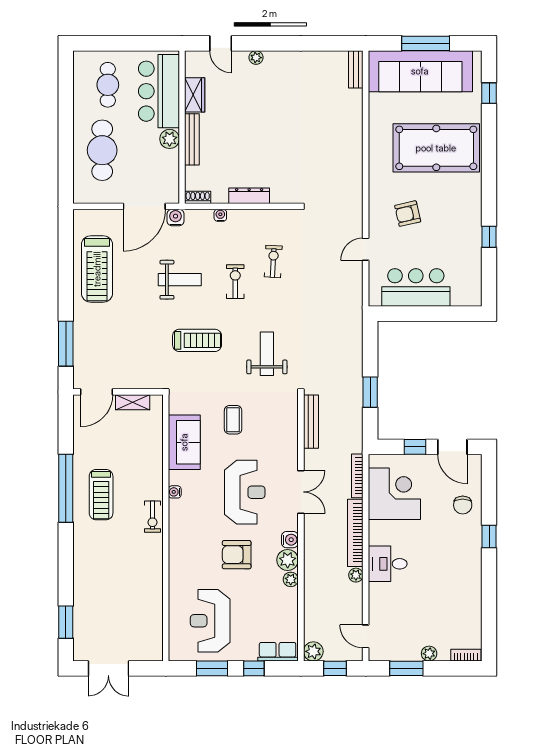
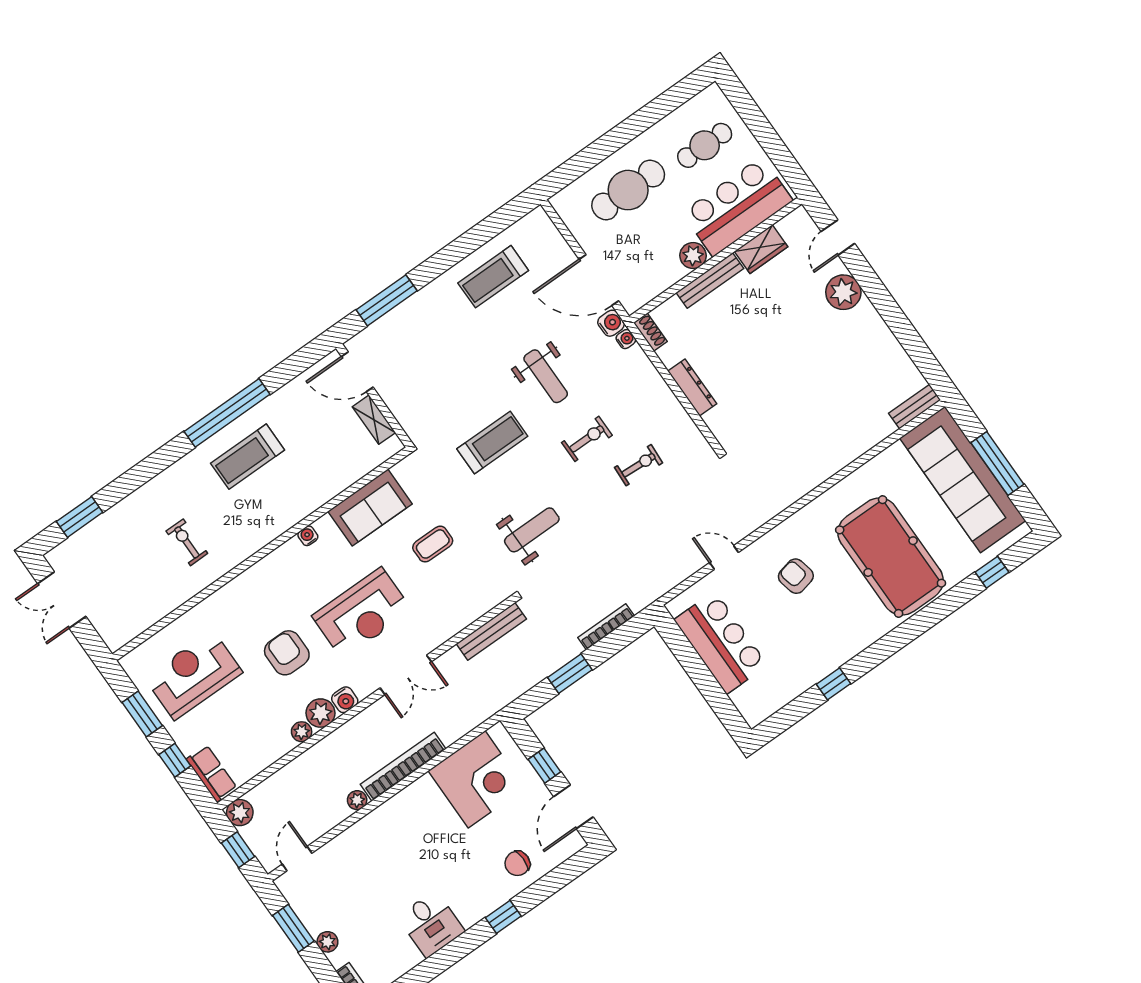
plant: (256, 58) -> (843, 292), width x1.88, depth x1.88
water cooler: (220, 215) -> (626, 339), moved
treadmill: (97, 269) -> (493, 277), width x0.73, depth x0.73
treadmill: (197, 340) -> (492, 443), turned -90
bookcase: (357, 476) -> (606, 627), moved
exercise bike: (152, 517) -> (187, 542), moved, turned 90
desk: (388, 564) -> (431, 924), moved, turned 180

